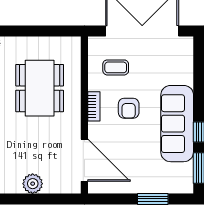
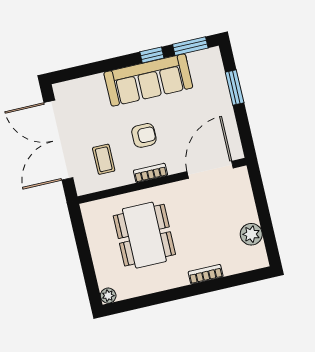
dining table: (40, 88) -> (144, 235), turned 90
plant: (33, 184) -> (251, 234), moved

